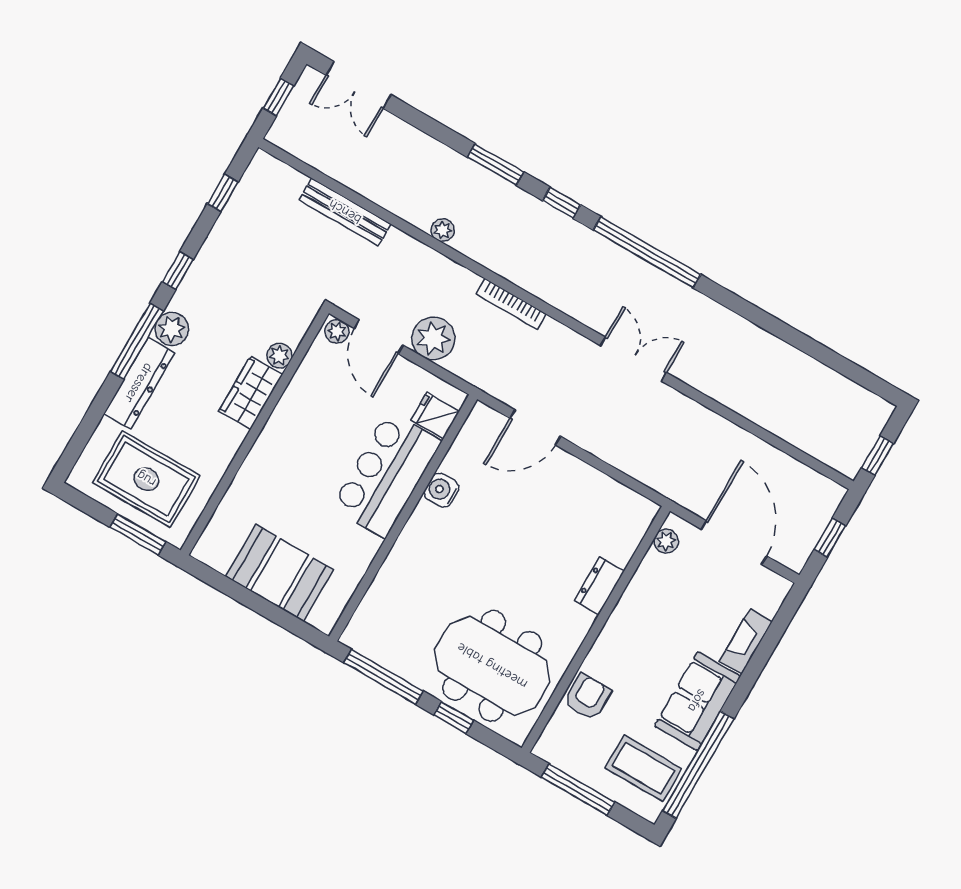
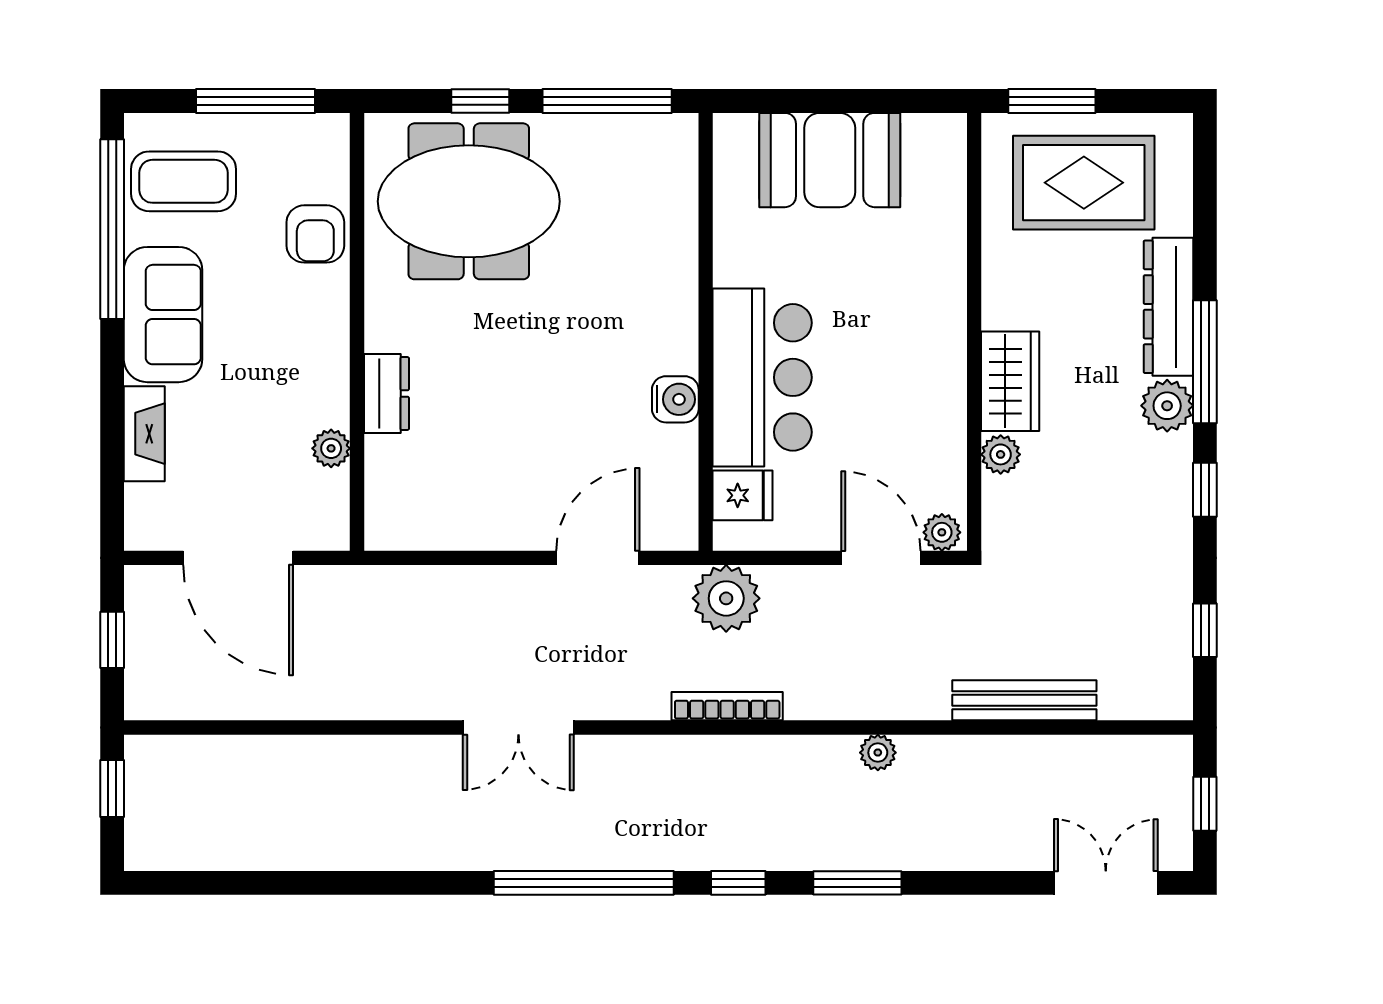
plant: (433, 338) -> (726, 598), moved
plant: (666, 541) -> (331, 448), moved

